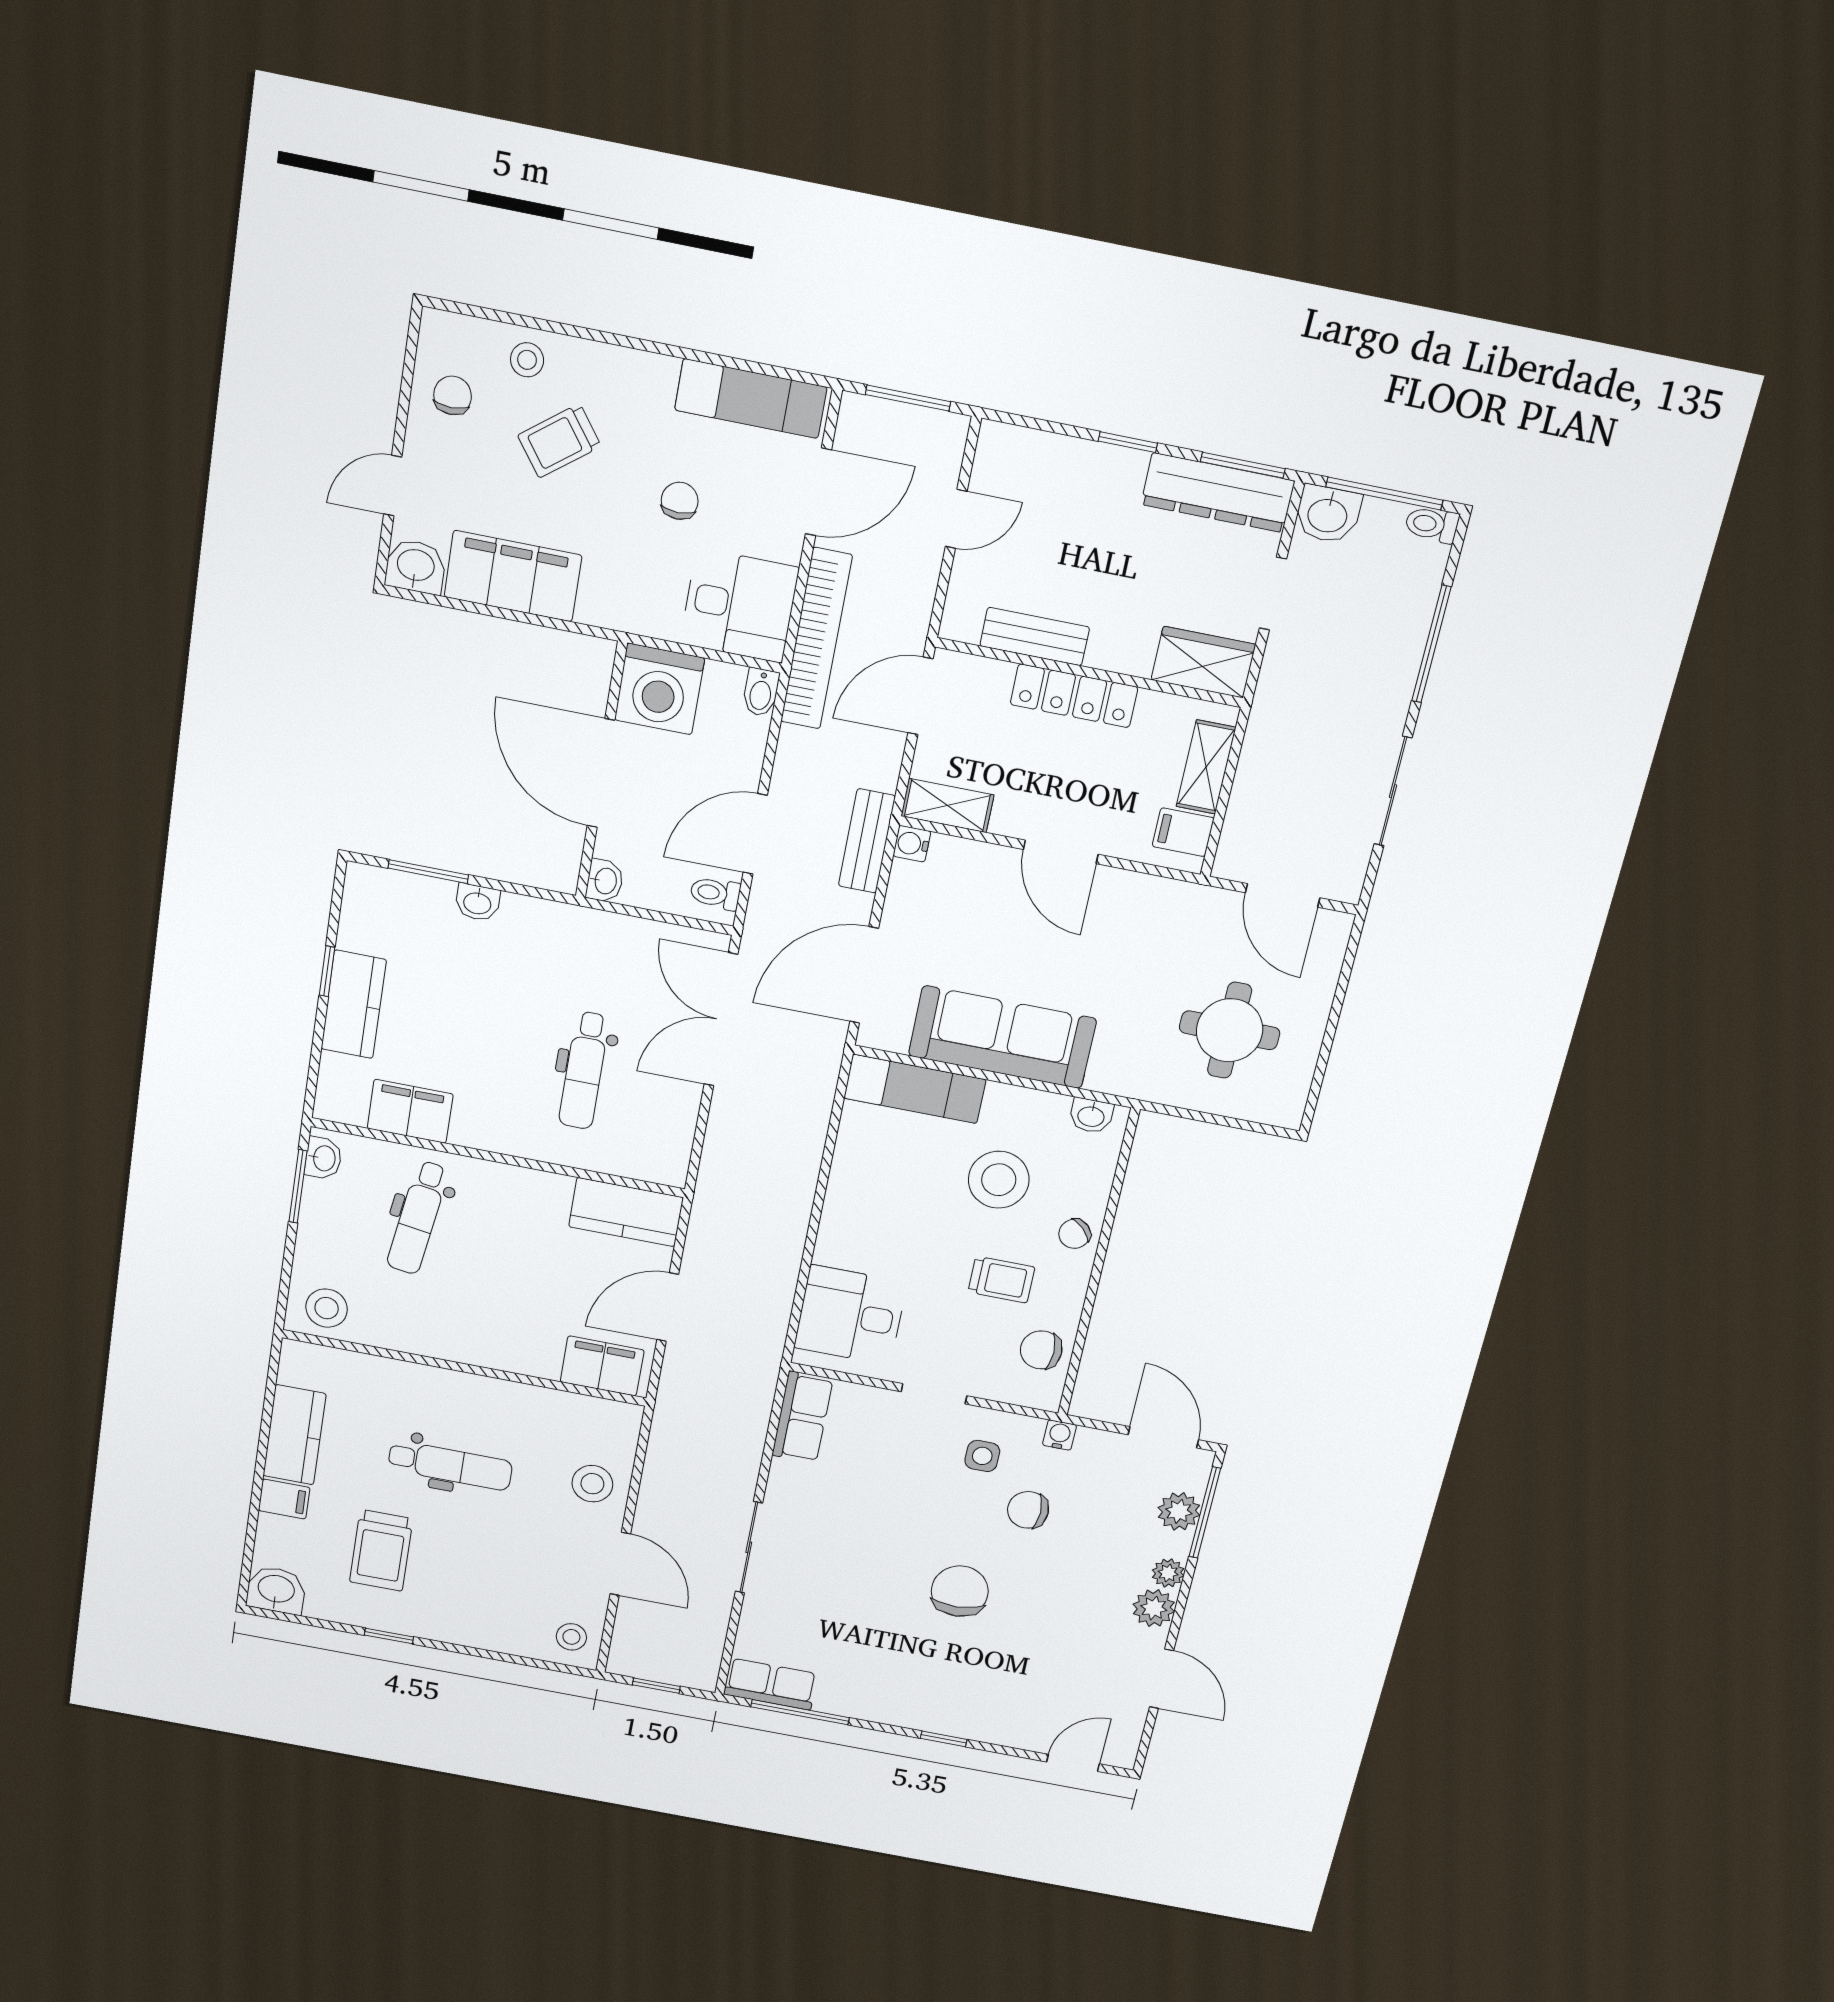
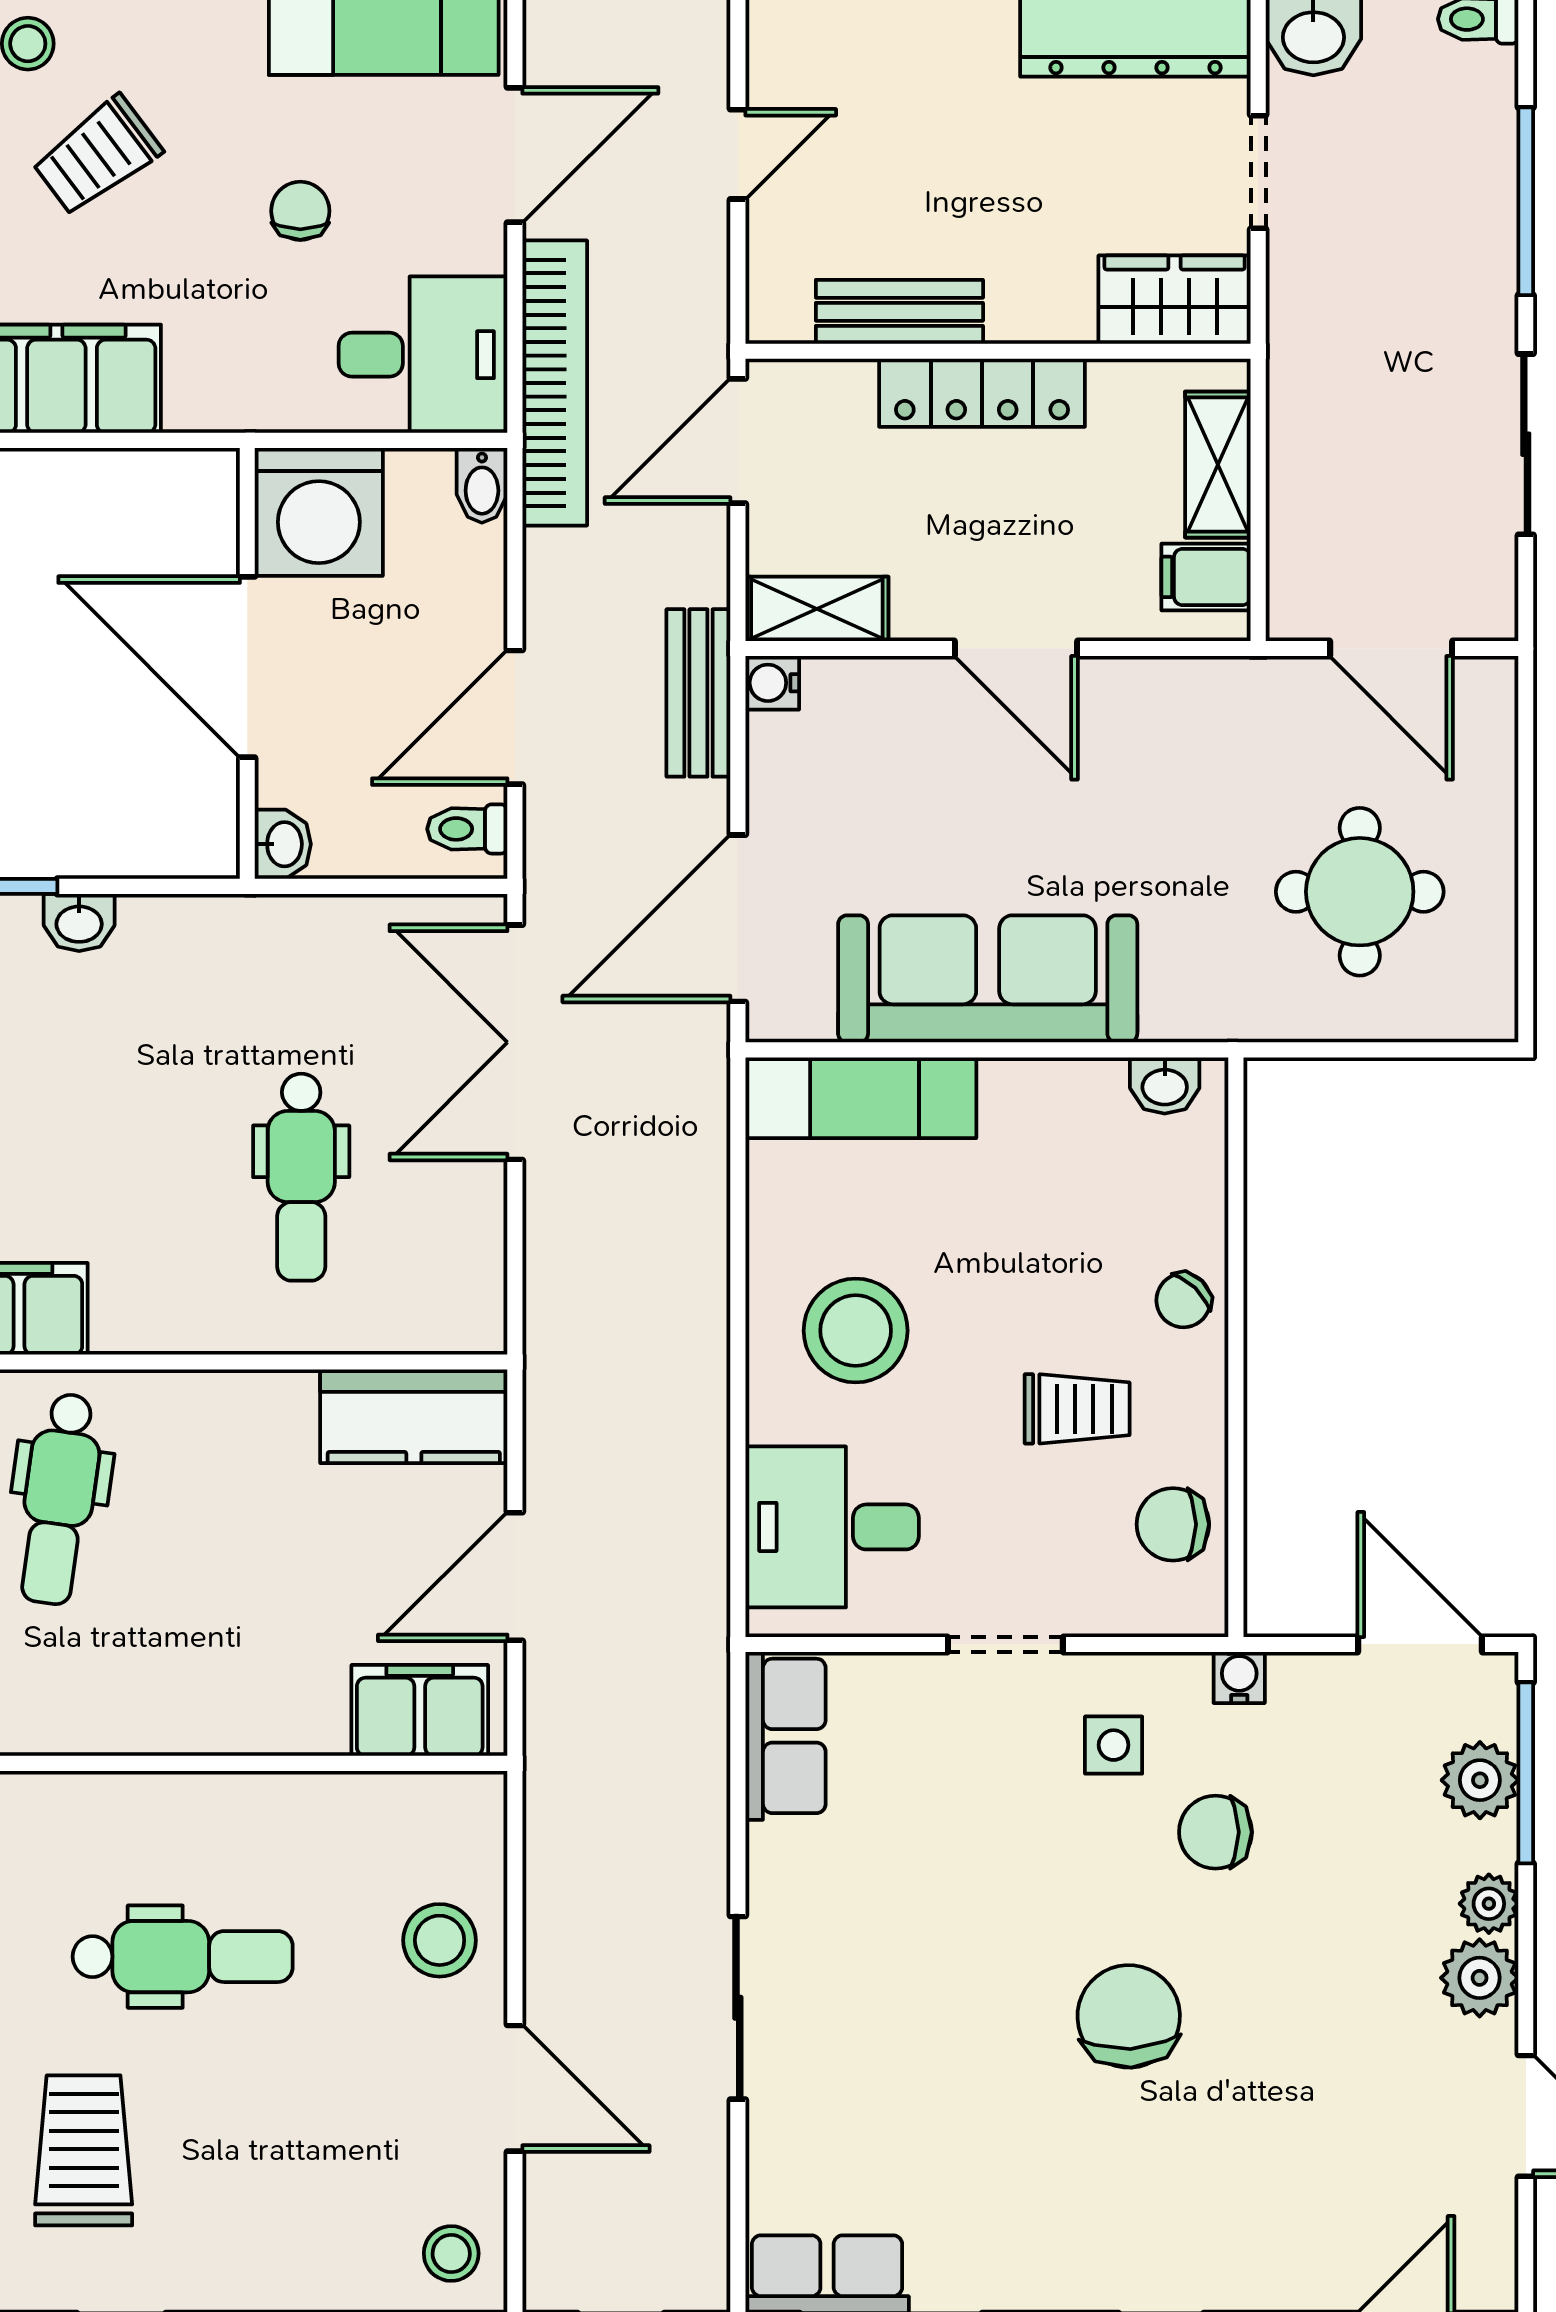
stool: (999, 1180) -> (856, 1331), moved
trolley: (381, 1550) -> (84, 2150), turned 180

